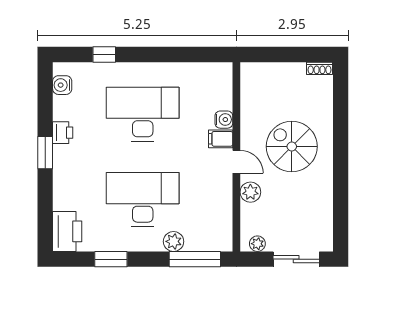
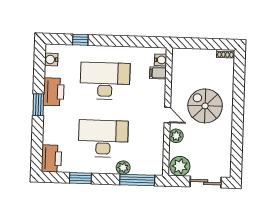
water cooler: (224, 120) -> (161, 60), moved
printer: (63, 133) -> (54, 92), width x1.87, depth x1.48
filing cabinet: (221, 139) -> (158, 73), moved
plant: (257, 244) -> (180, 166), width x1.87, depth x1.87

